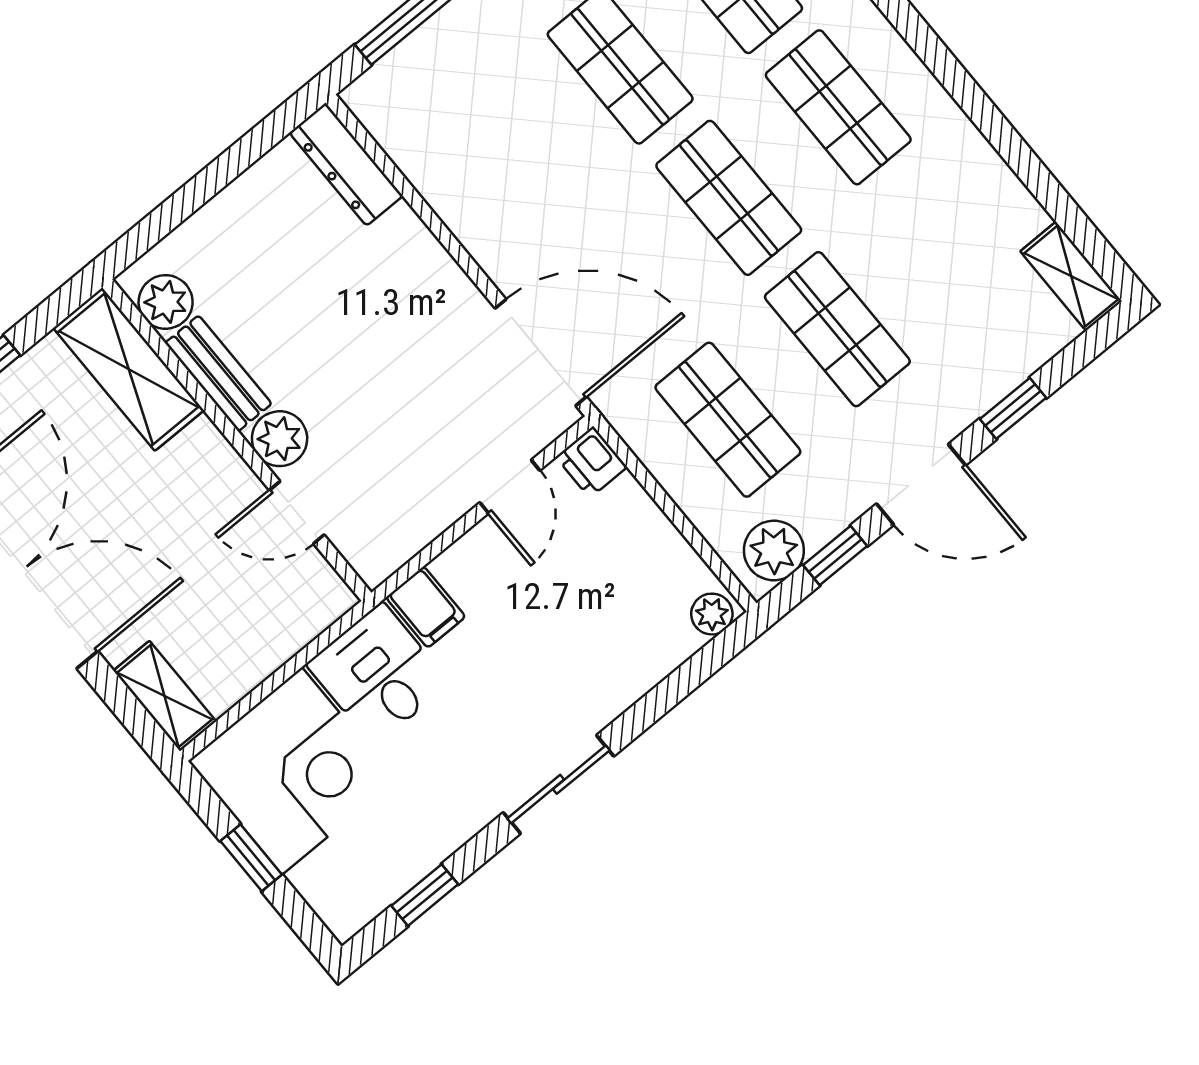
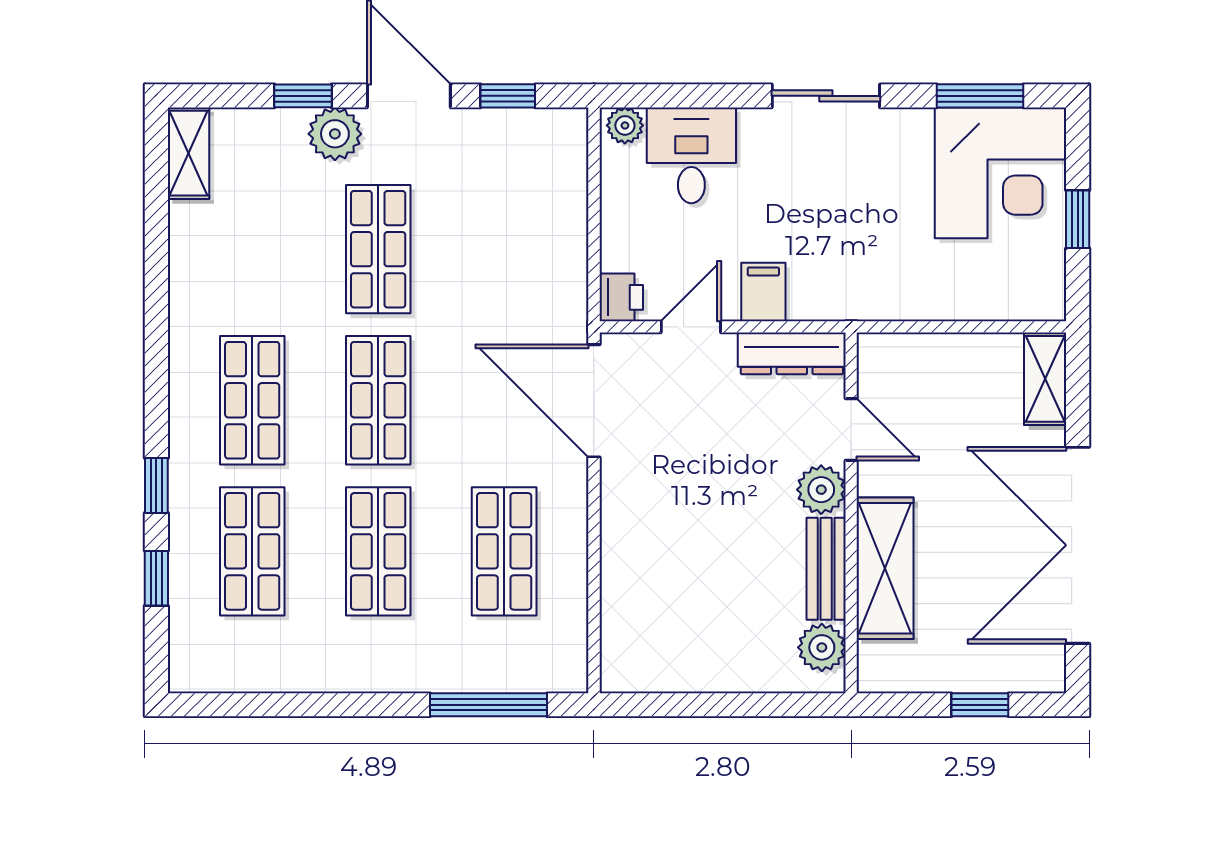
dresser: (346, 164) -> (792, 353), moved, turned 90
shelving: (129, 369) -> (885, 568), moved
shop shelf: (728, 420) -> (504, 551), moved
plant: (774, 551) -> (335, 134), moved
filing cabinet: (426, 607) -> (763, 292), moved
desk: (378, 674) -> (691, 155), moved, turned 180
corner desk: (292, 771) -> (1001, 173), moved, turned 180
window: (425, 895) -> (980, 96), width x1.50

